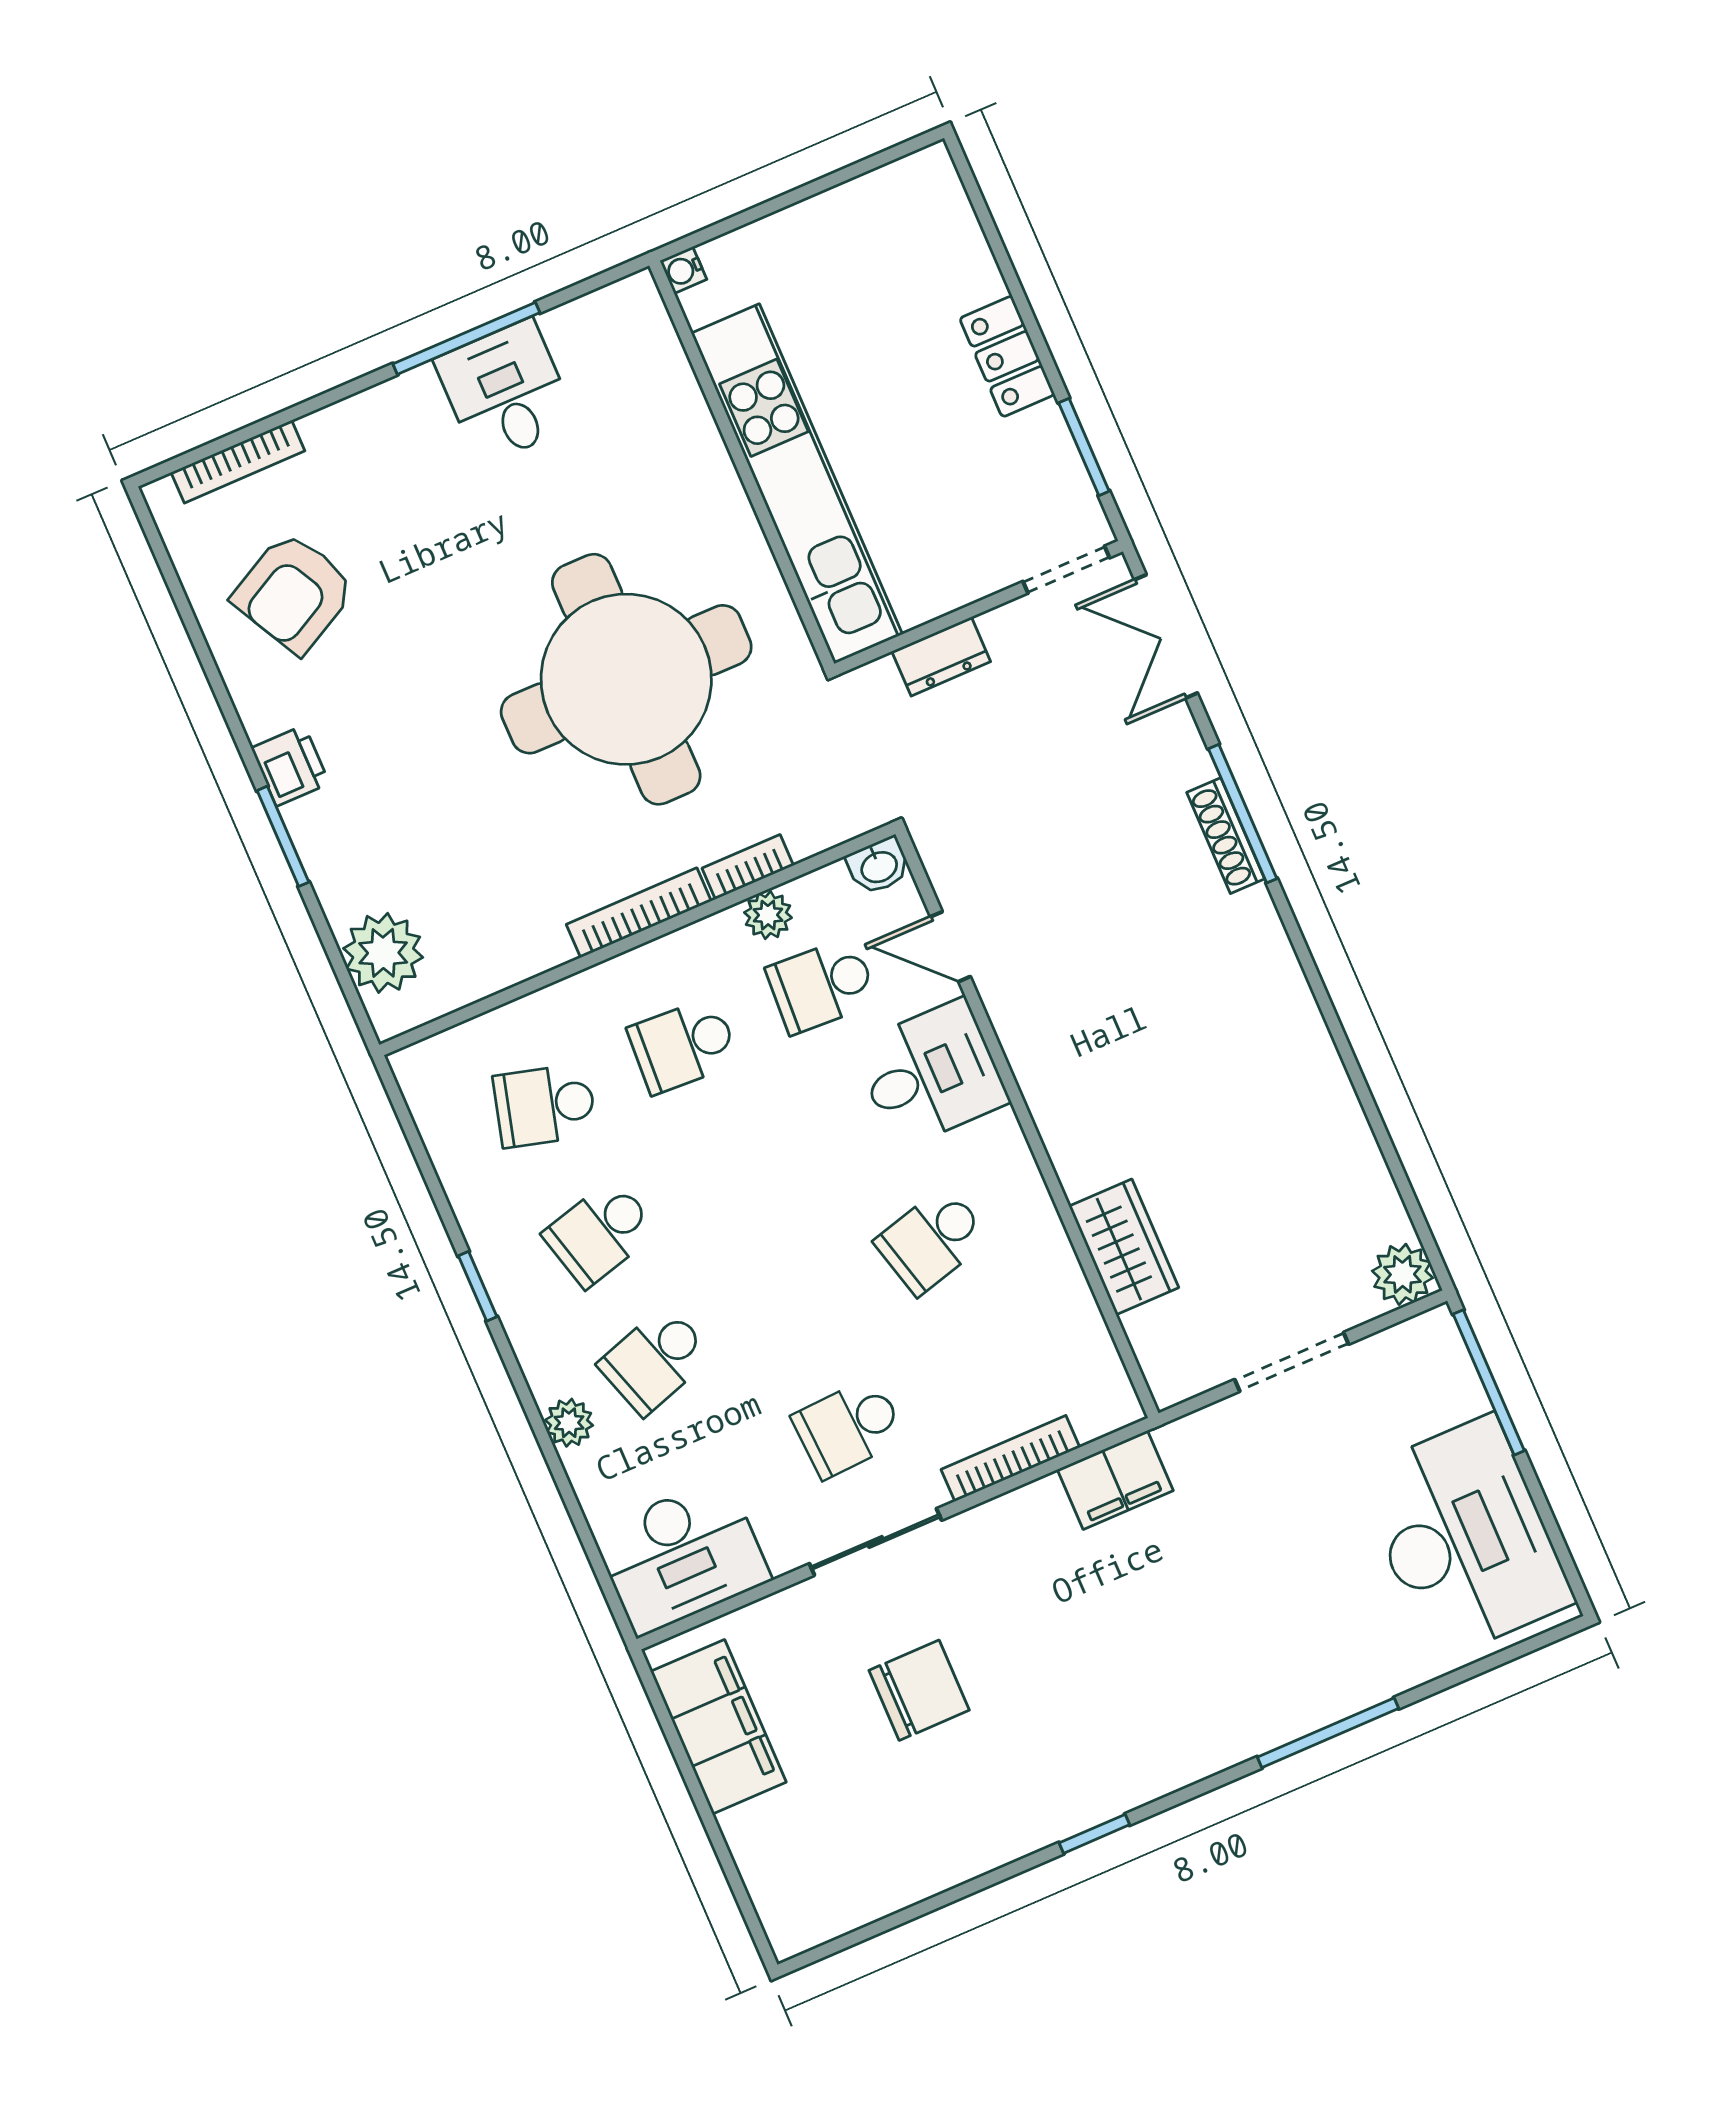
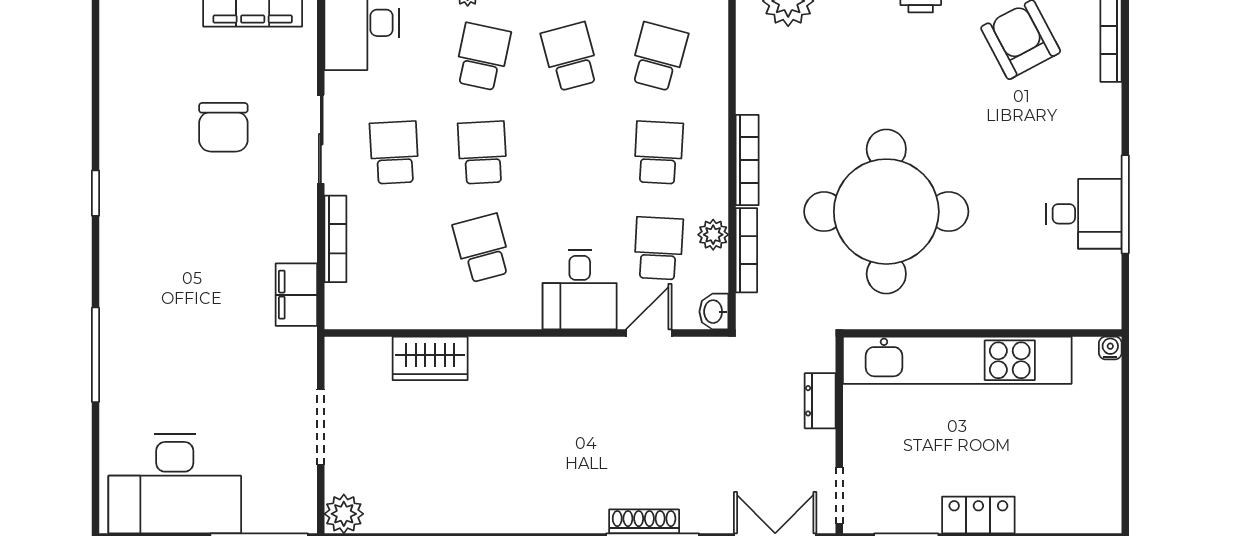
bookcase: (748, 867) -> (746, 250), width x1.56
school desk: (794, 1300) -> (482, 152), added
school desk: (655, 1360) -> (482, 57), turned 30

